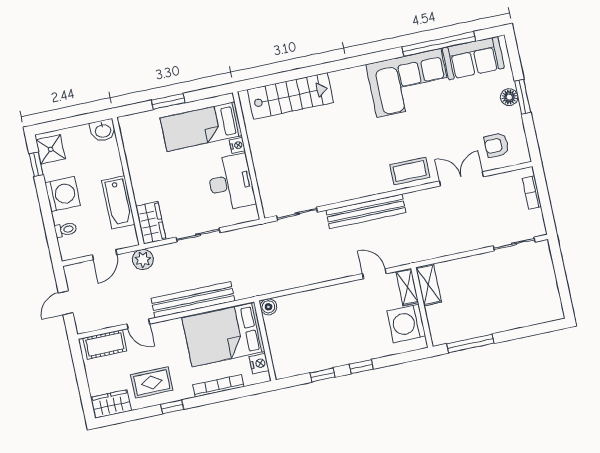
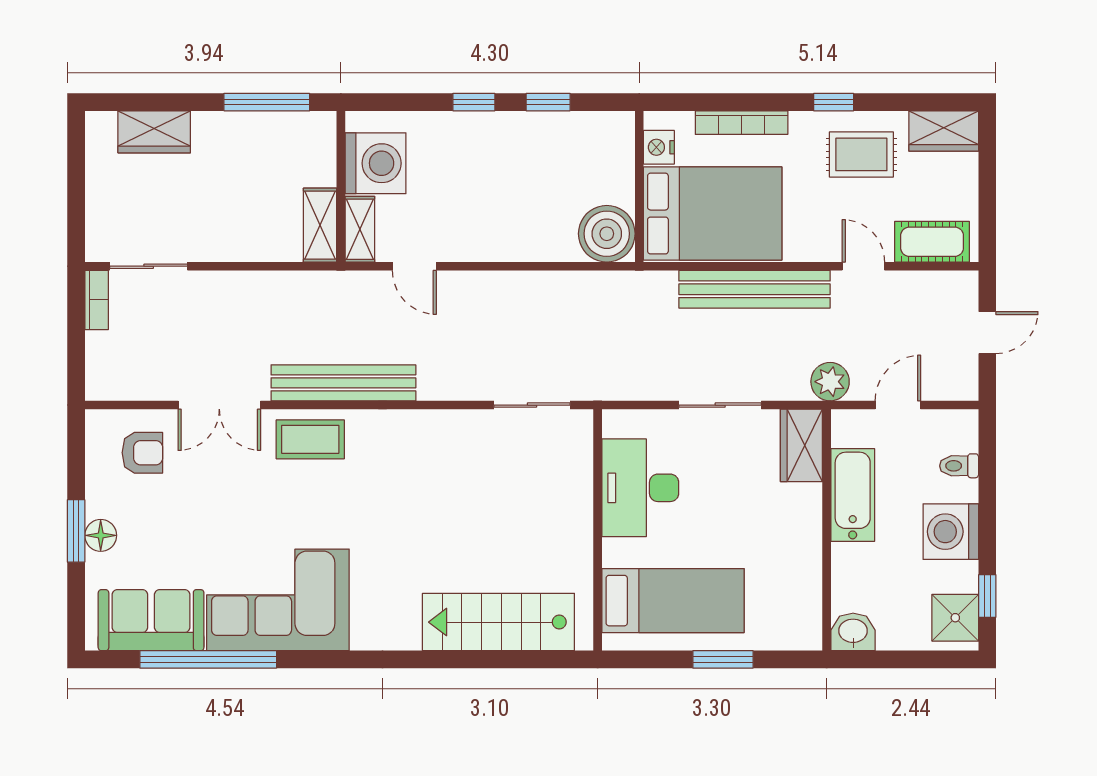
nightstand: (237, 145) -> (614, 553), removed
bookcase: (532, 193) -> (97, 300), moved
bench: (366, 211) -> (343, 383), moved
boiler: (268, 307) -> (607, 234), width x1.86, depth x1.86
wardrobe: (526, 315) -> (154, 132), added

